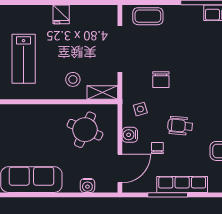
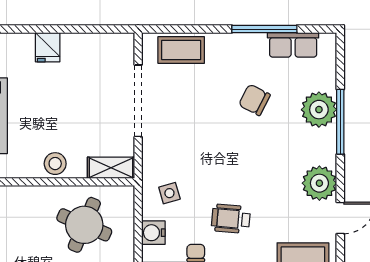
stool: (73, 79) -> (55, 164), moved
chair: (161, 80) -> (254, 100), moved, turned 117

